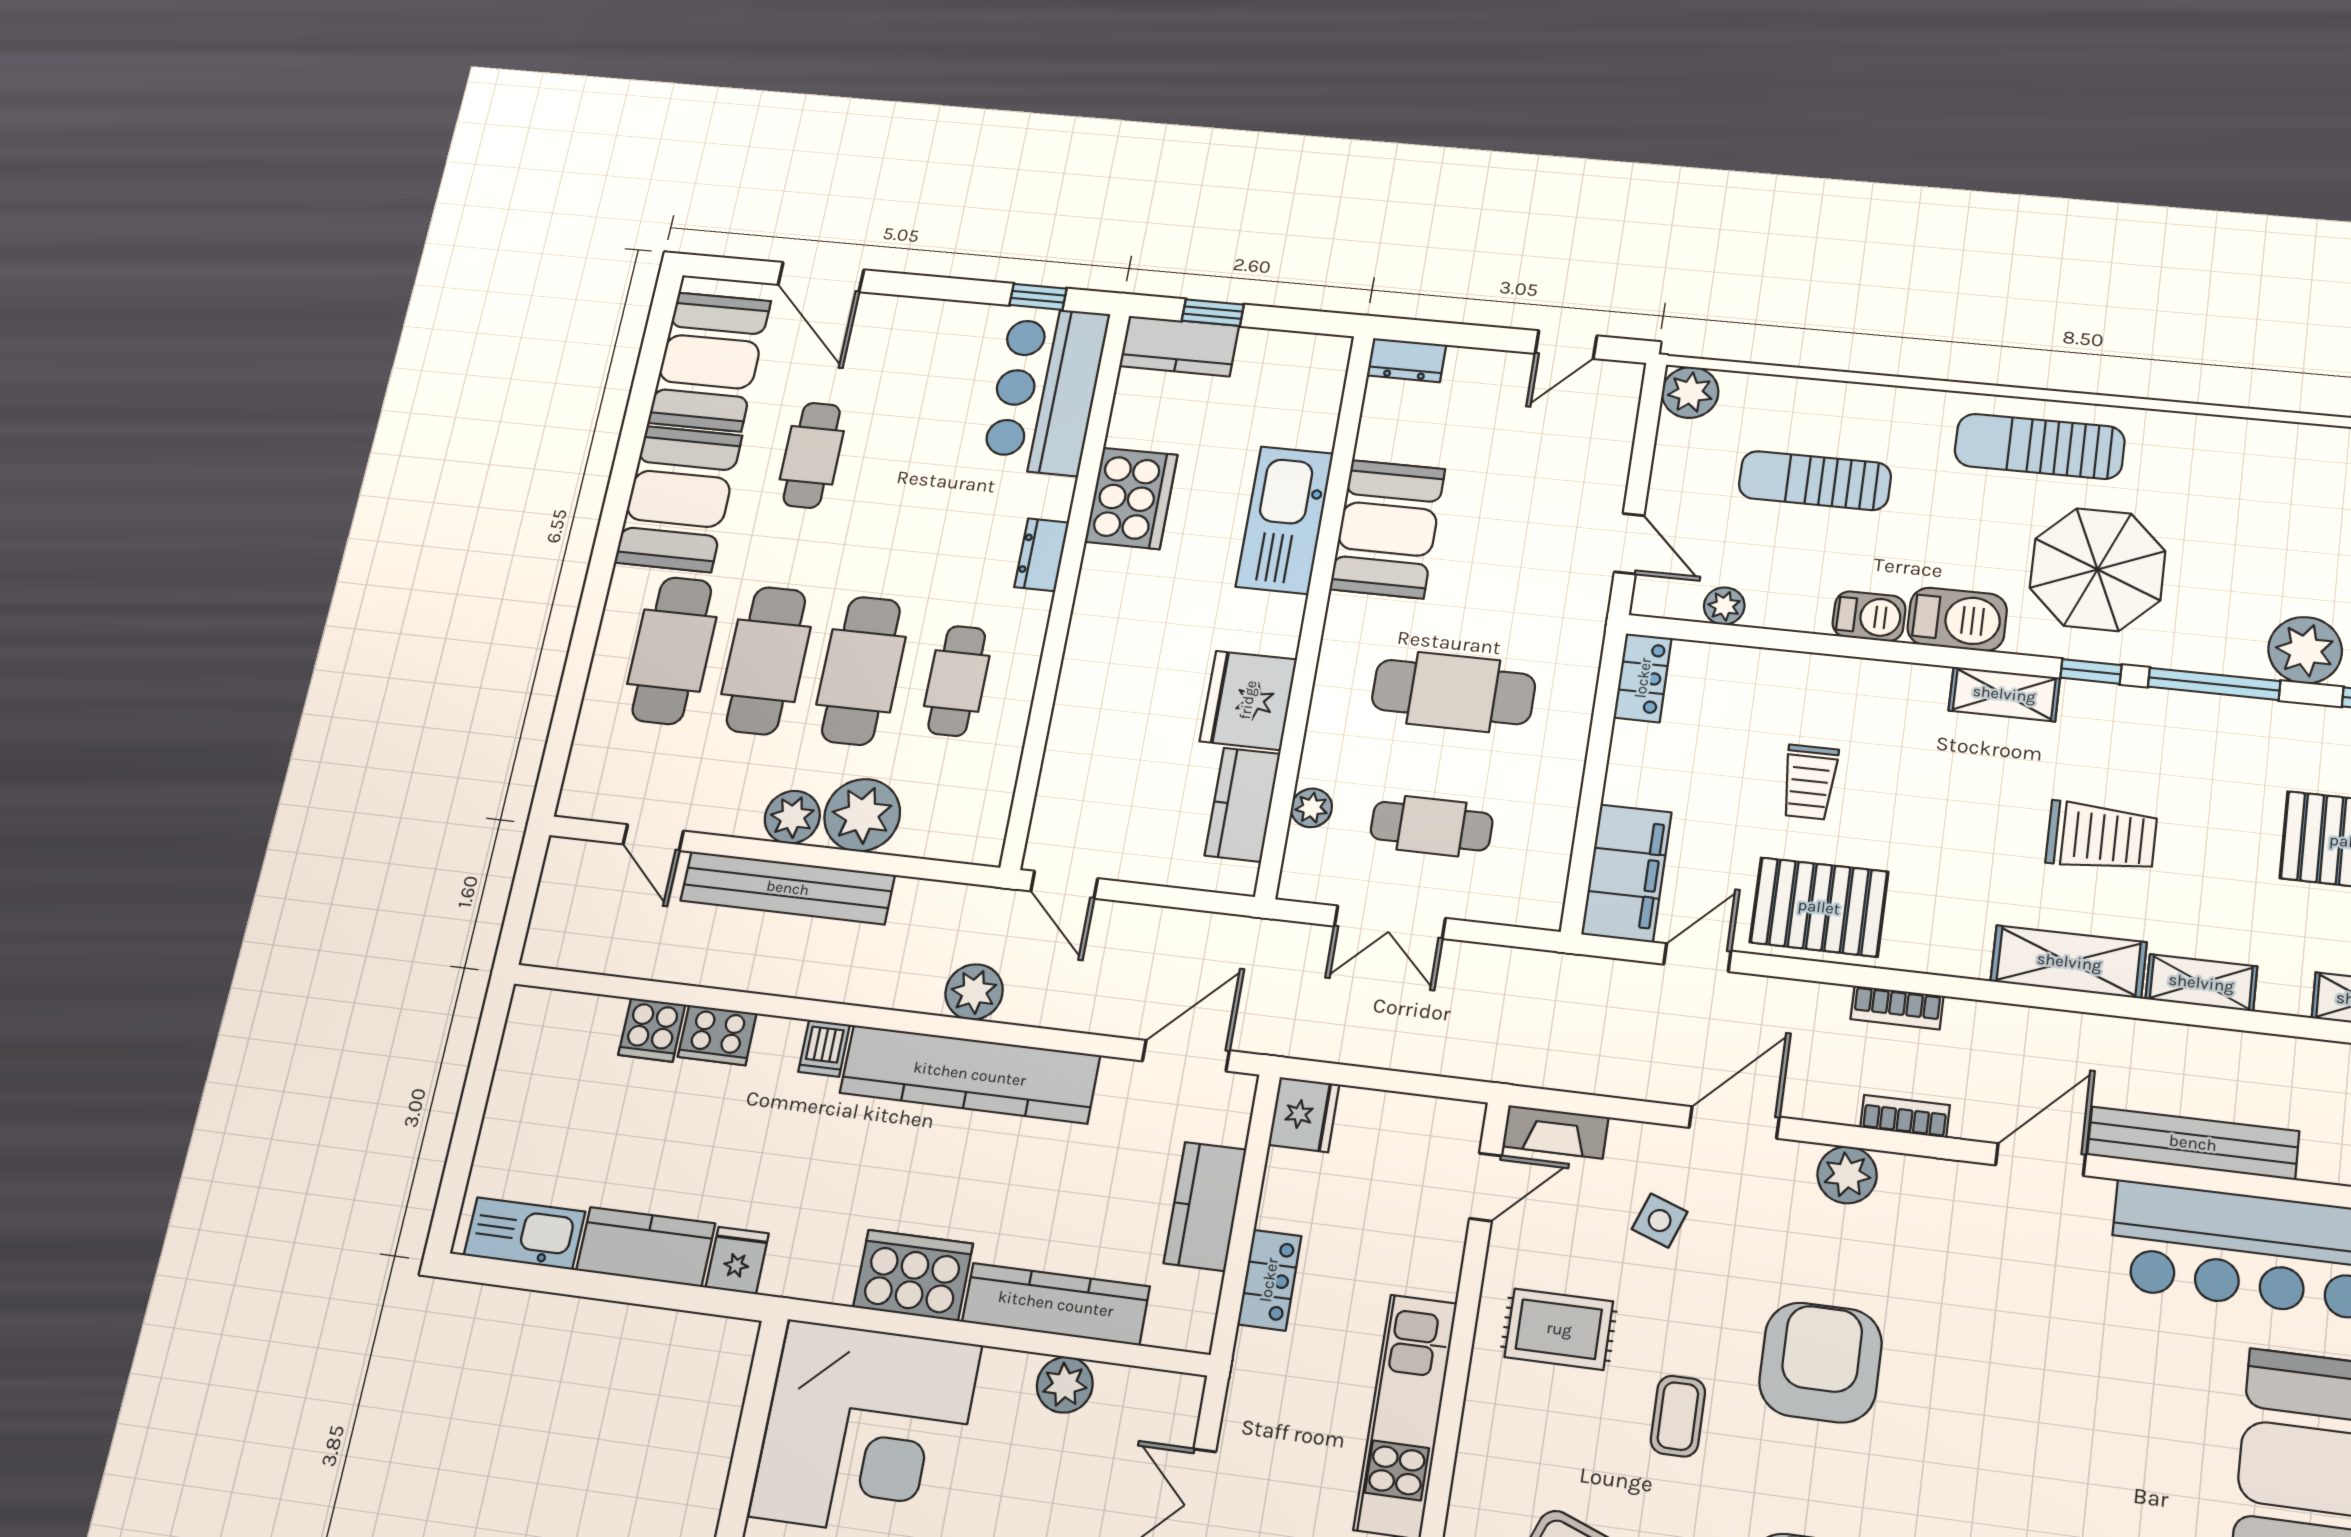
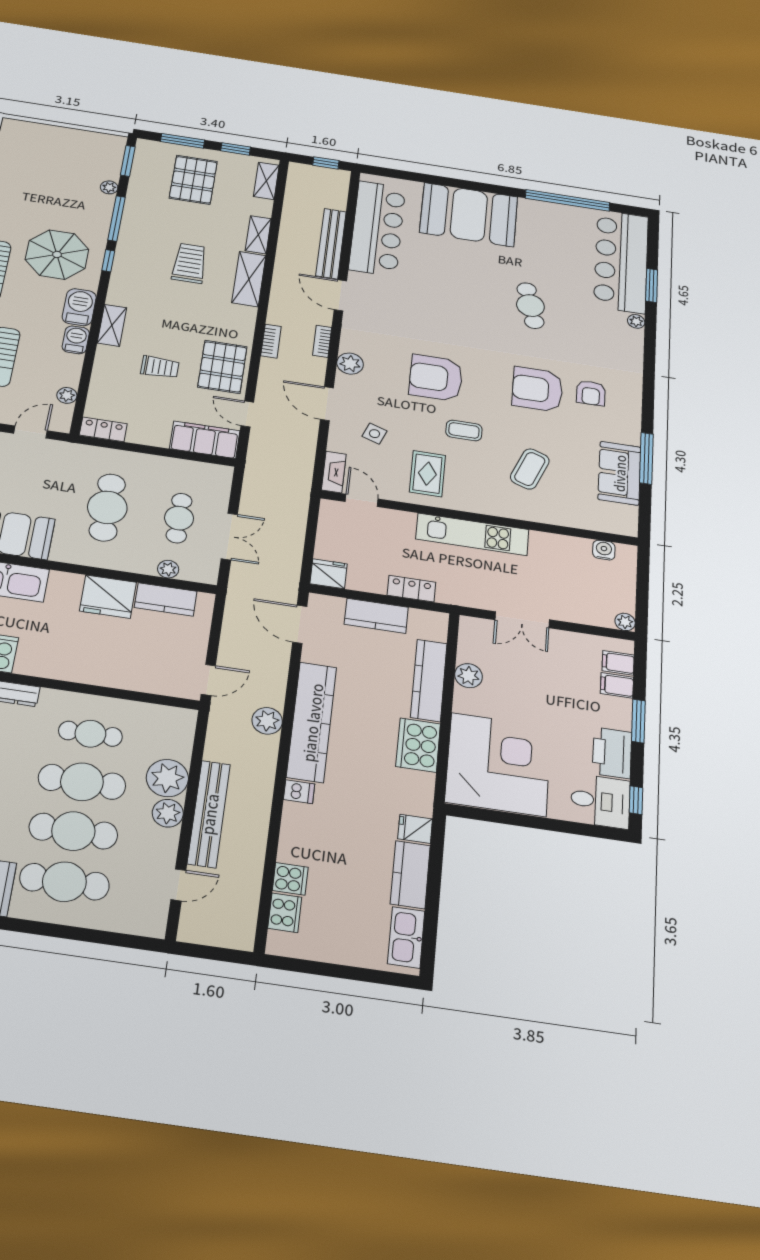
plant: (2305, 650) -> (109, 187), width x0.53, depth x0.53
shelving: (2004, 694) -> (112, 325), moved
cooker: (717, 1035) -> (285, 913), moved

